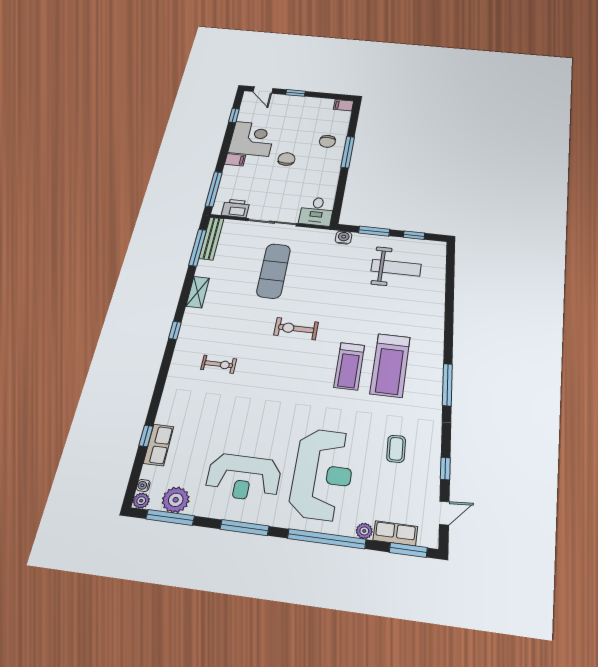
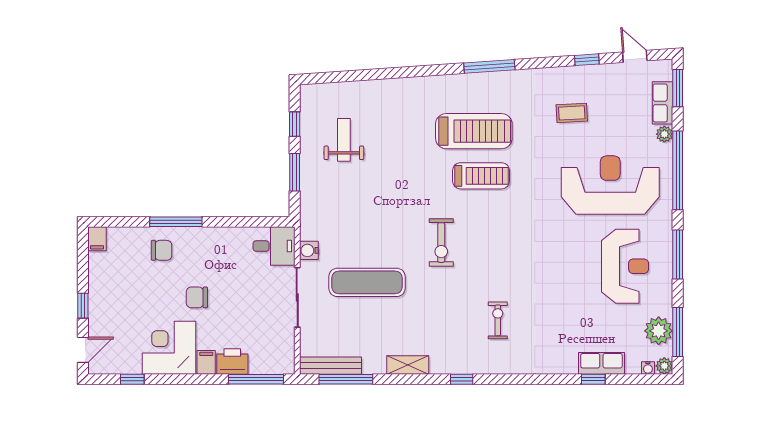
printer: (236, 208) -> (232, 361), moved, turned 90
water cooler: (344, 238) -> (309, 250), moved
weight bench: (396, 268) -> (344, 140), width x0.73, depth x0.75

